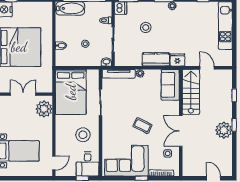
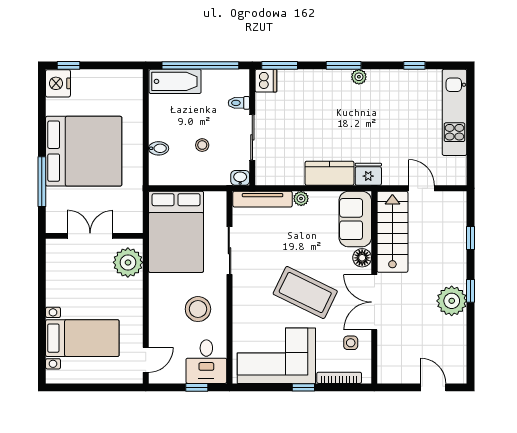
stool: (146, 27) -> (311, 116), removed
floor lamp: (174, 106) -> (362, 258), added
coffee table: (142, 126) -> (305, 293), width x1.86, depth x1.72

